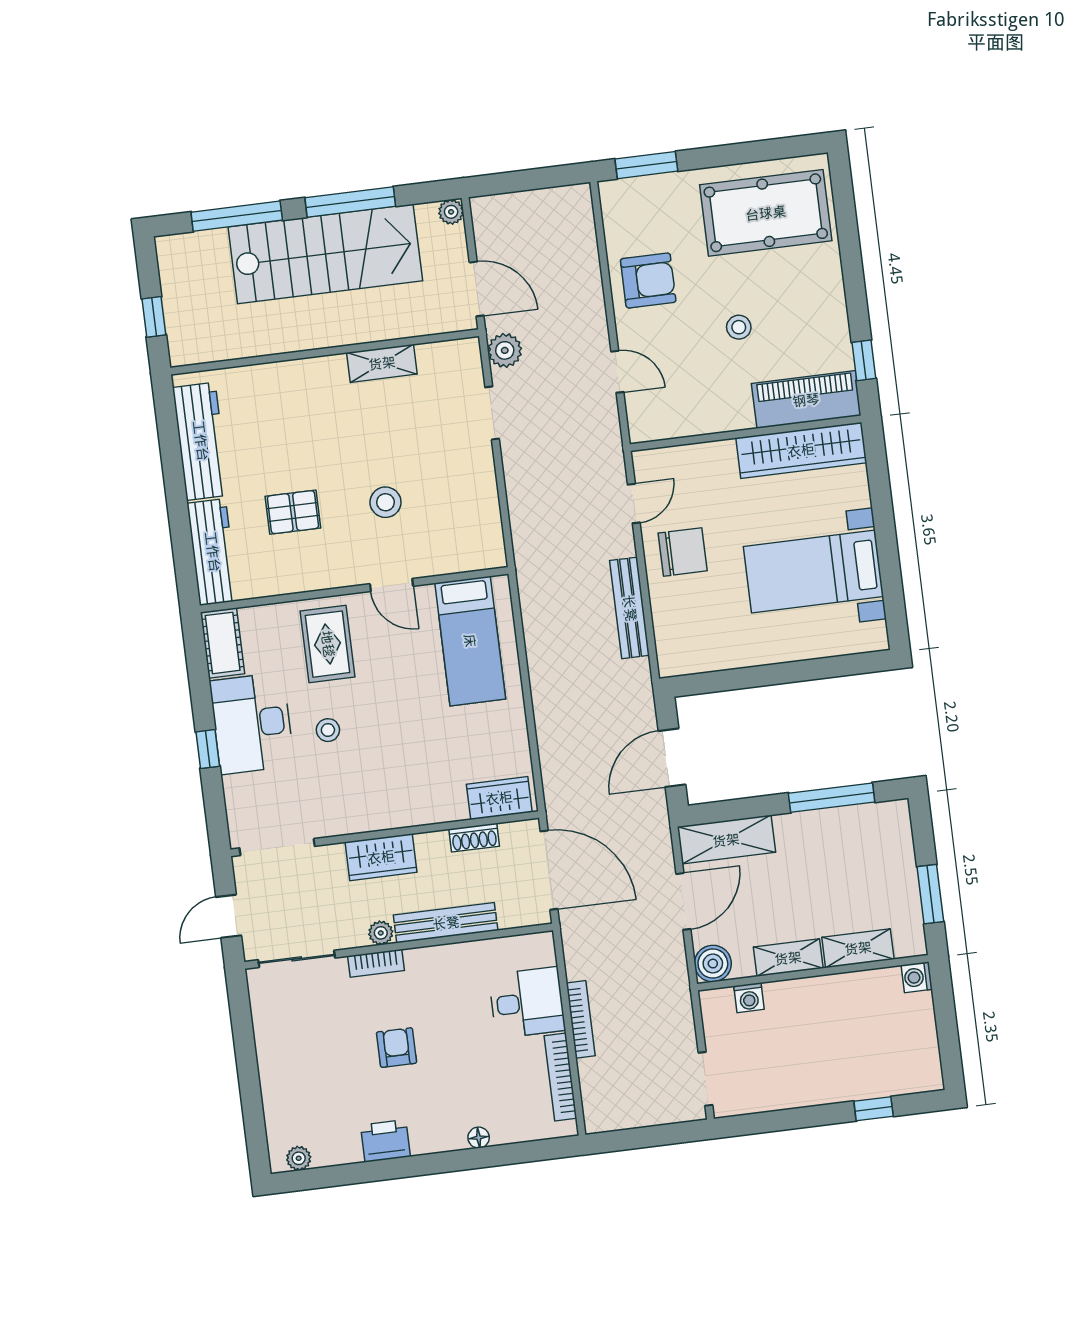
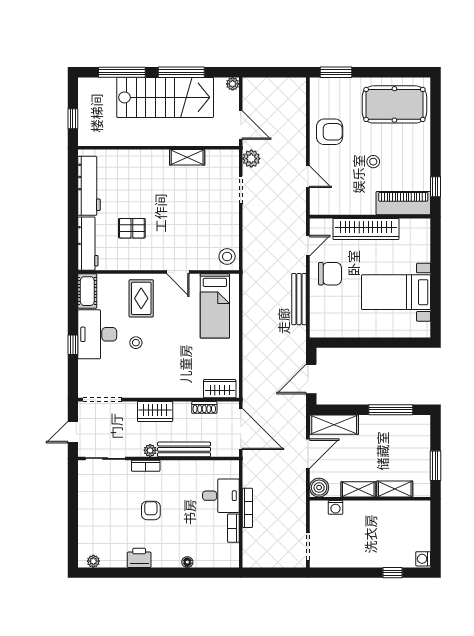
wardrobe: (801, 450) -> (366, 229), moved
stool: (385, 502) -> (227, 256), moved
washing machine: (917, 977) -> (423, 559), moved
bookcase: (560, 1077) -> (233, 528), width x0.64

